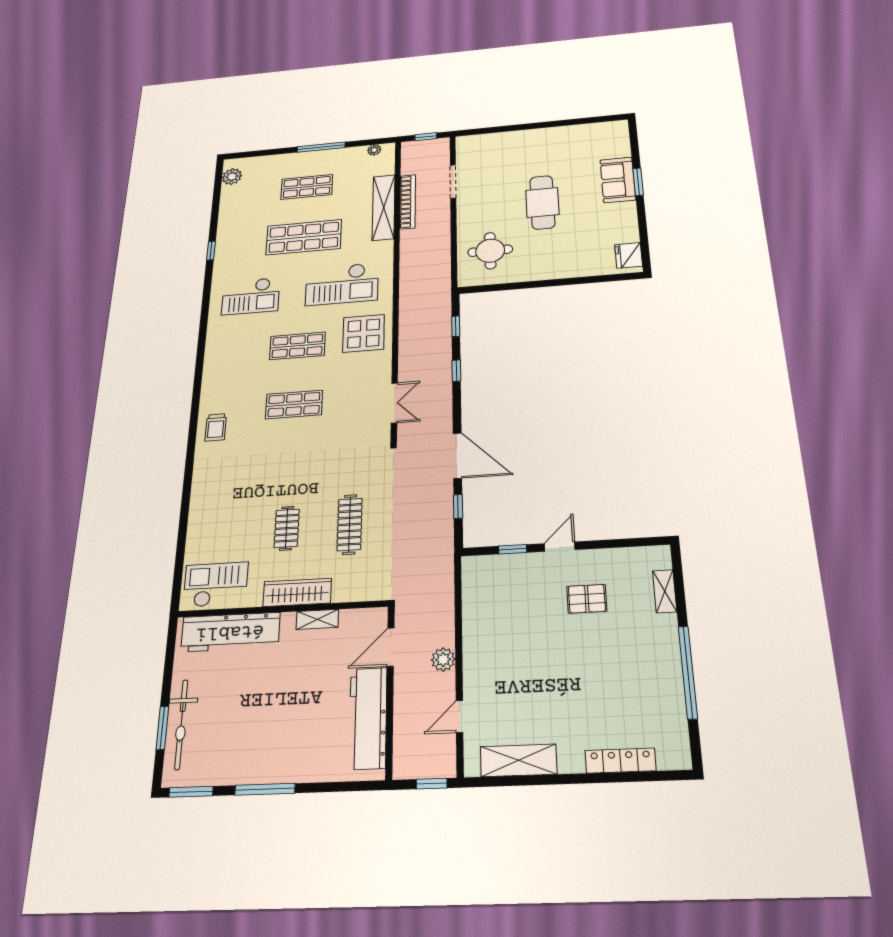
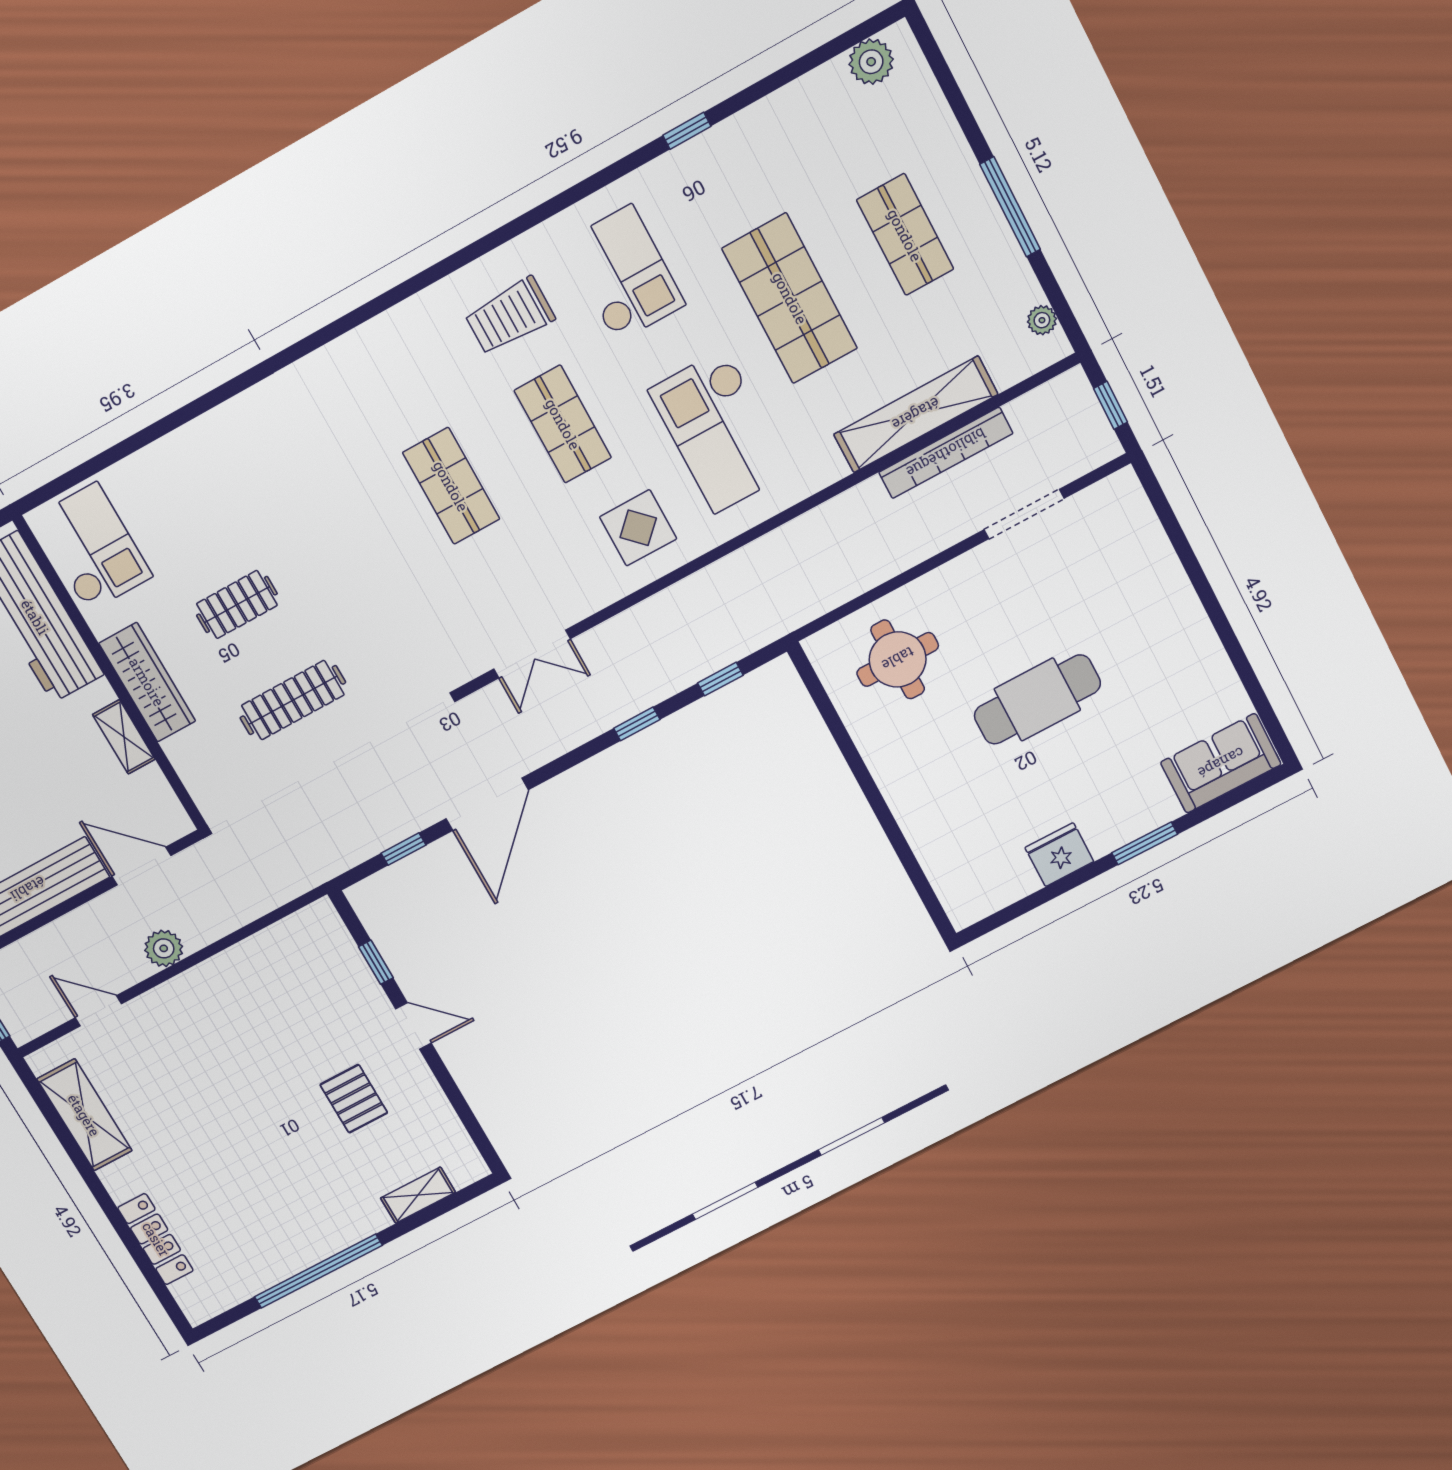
sofa: (618, 180) -> (1221, 763), moved
fridge: (629, 255) -> (1059, 855), moved
checkout: (251, 296) -> (624, 274), turned 180
display table: (364, 333) -> (638, 528), width x0.73, depth x0.73
trolley: (216, 427) -> (510, 316), moved, width x1.36, depth x1.39

